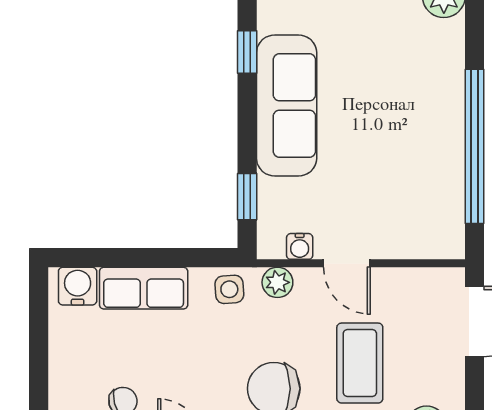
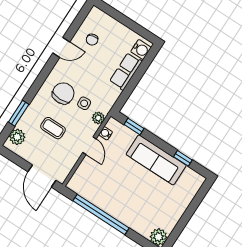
door: (347, 263) -> (90, 146), swing flipped
side table: (229, 289) -> (84, 103), moved
coffee table: (360, 363) -> (53, 128), width x0.73, depth x0.77

